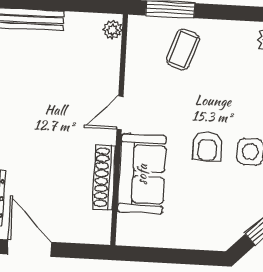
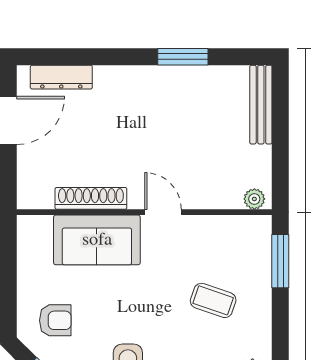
coffee table: (183, 49) -> (213, 300), moved
armchair: (207, 146) -> (55, 320), moved, turned 180

